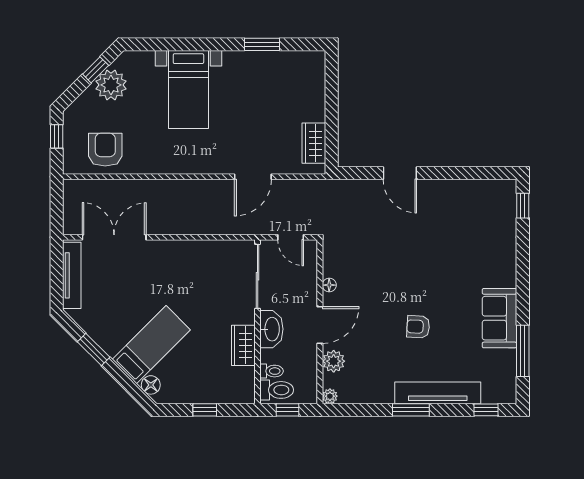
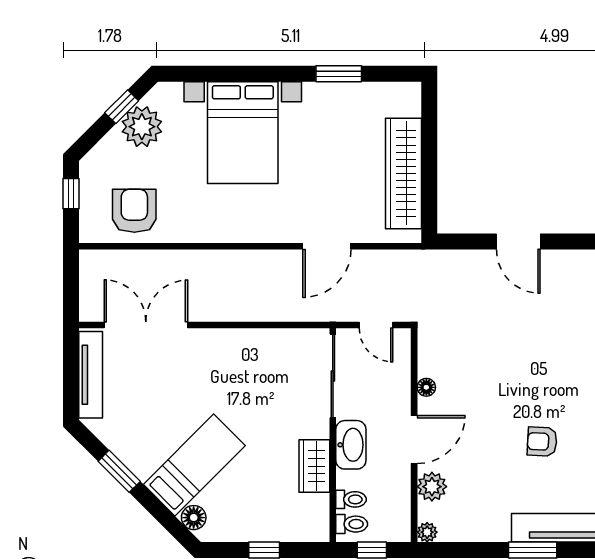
bed with nightstands: (188, 90) -> (243, 133), width x1.36
wardrobe: (314, 143) -> (404, 173), width x2.10, depth x1.17
toilet: (277, 390) -> (352, 524), width x0.73, depth x0.72

